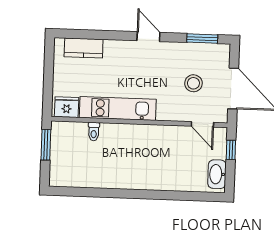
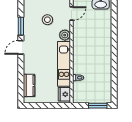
window: (202, 39) -> (21, 26), moved
plant: (166, 112) -> (65, 35), added
window: (46, 145) -> (98, 106), moved

